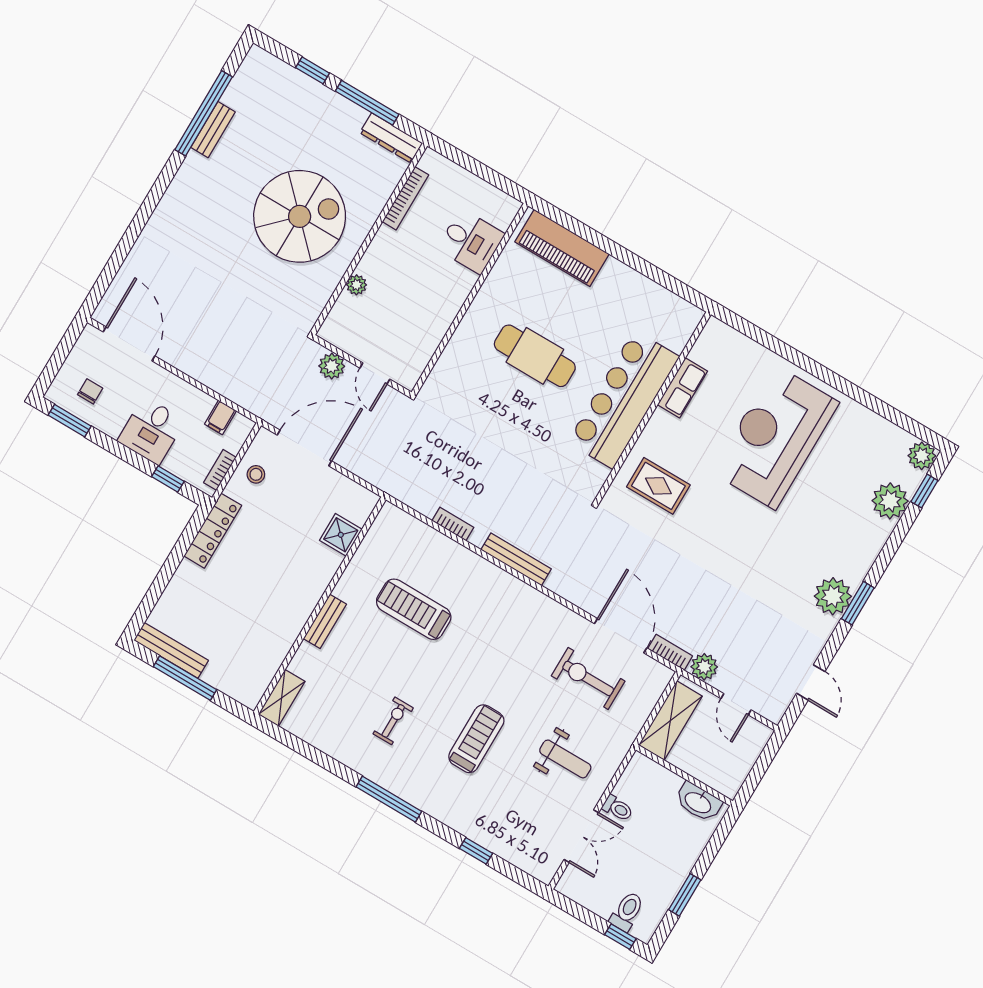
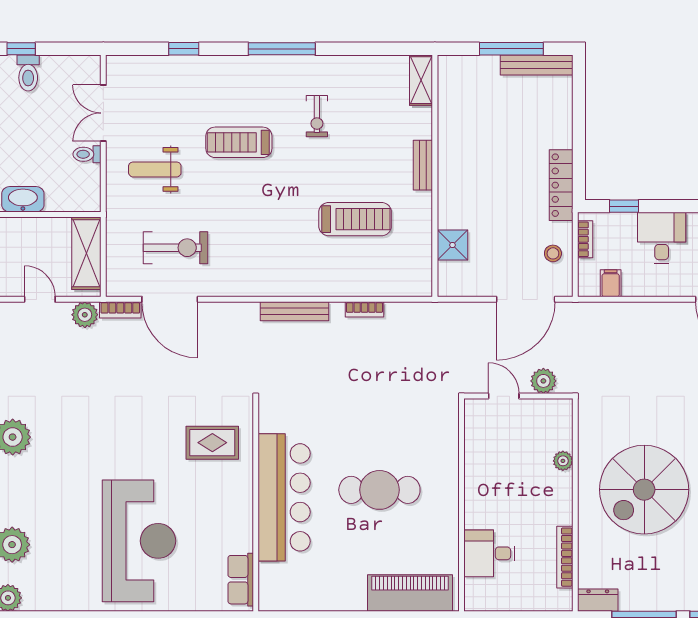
dresser: (391, 138) -> (598, 600), width x0.70
row of seats: (682, 388) -> (241, 580), moved
treadmill: (476, 739) -> (239, 142), turned 90

